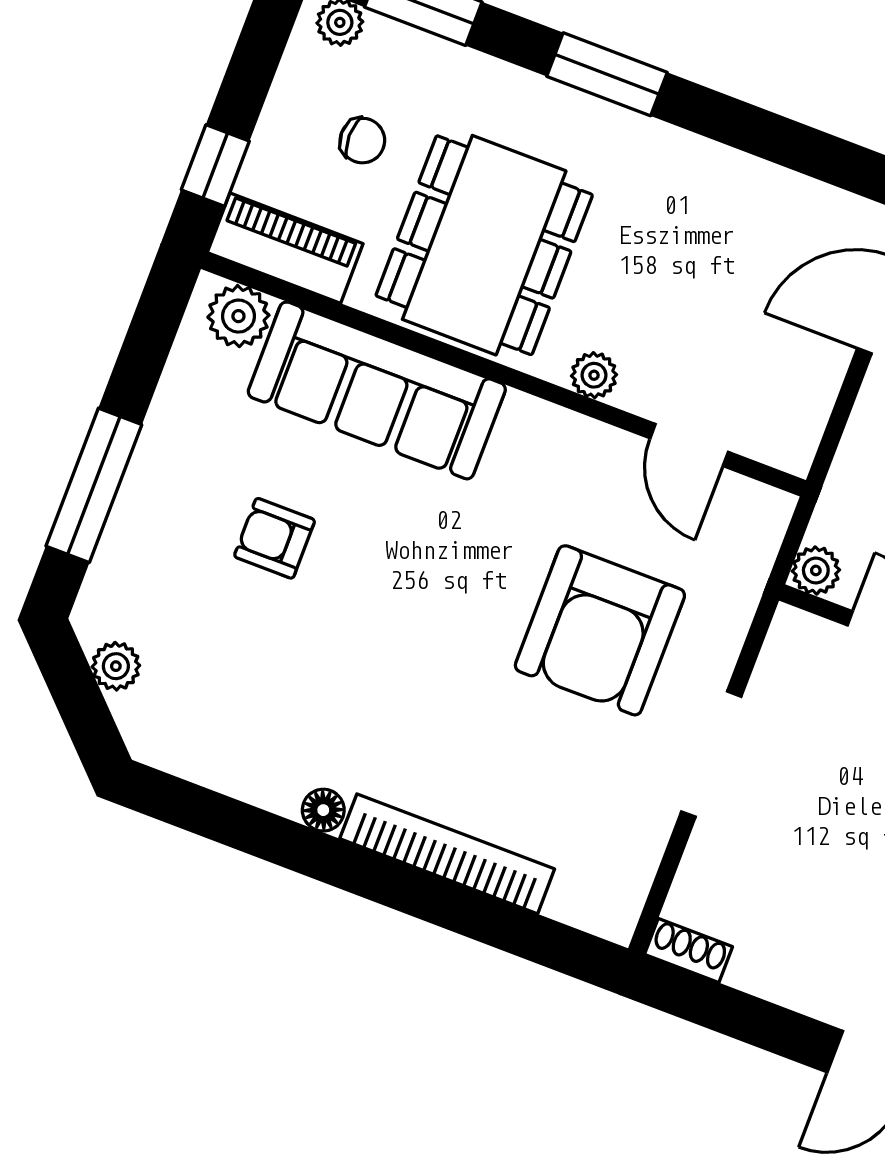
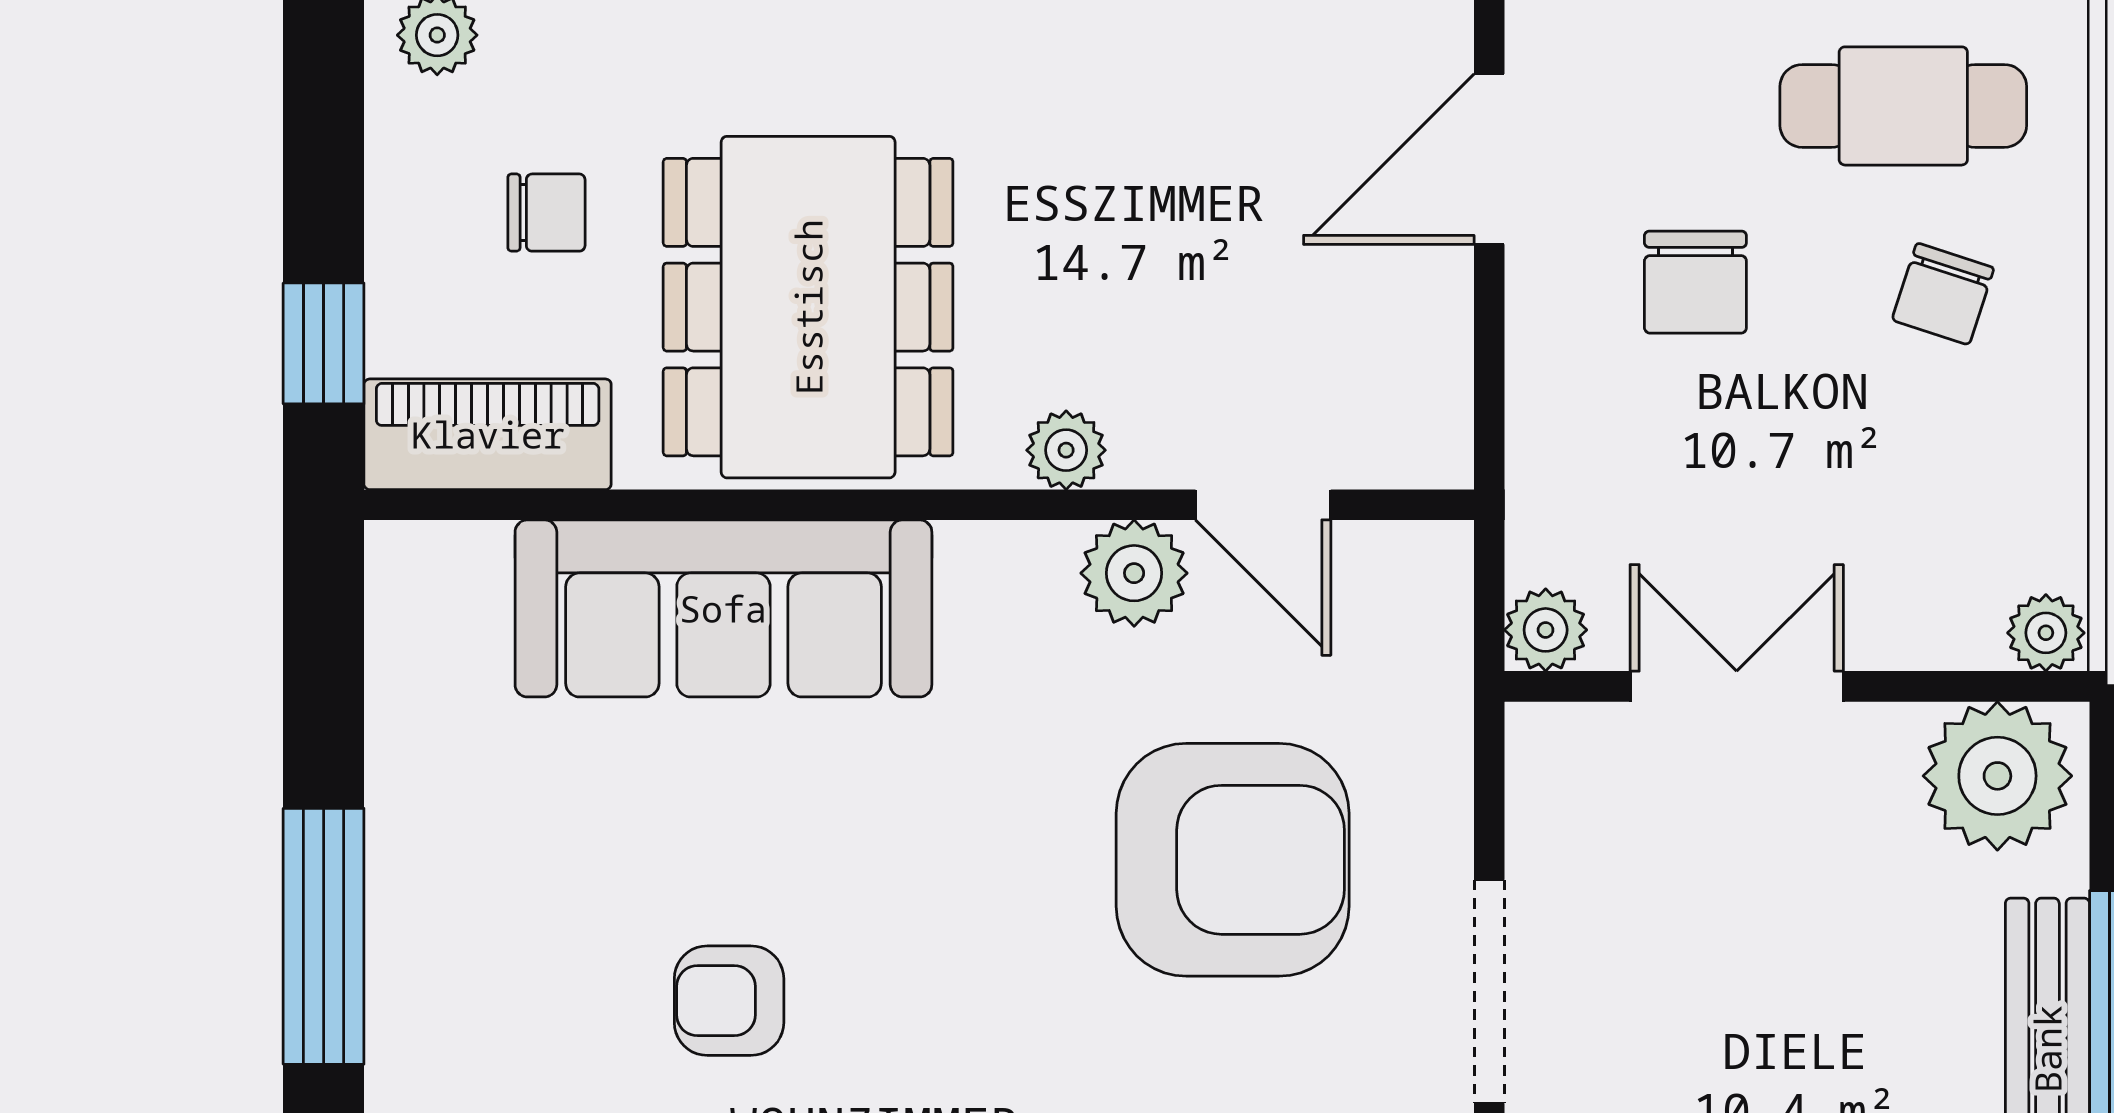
plant: (238, 316) -> (1134, 573), moved
armchair: (275, 538) -> (729, 1001), moved
armchair: (600, 630) -> (1233, 860), turned -90

